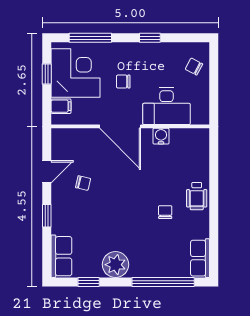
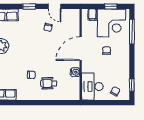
window: (150, 38) -> (132, 85), moved
desk: (166, 106) -> (92, 87), moved
wheelchair: (197, 196) -> (49, 83), moved

